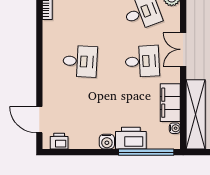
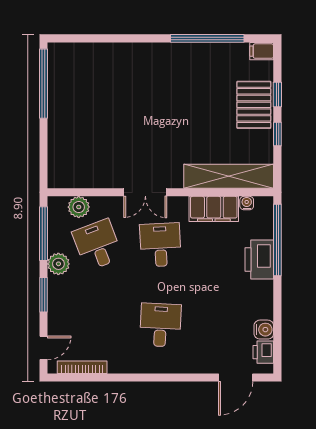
water cooler: (107, 142) -> (264, 330), moved

